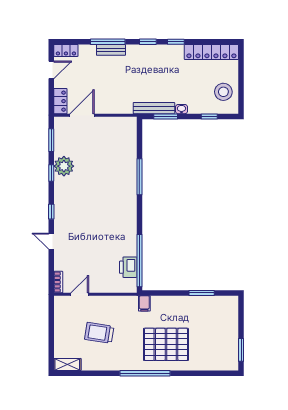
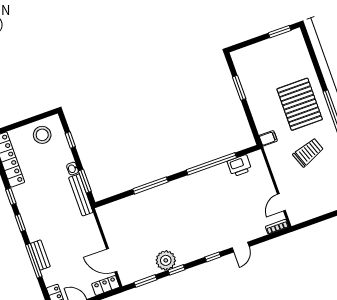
window: (139, 261) -> (211, 164), moved
door: (80, 294) -> (281, 202), hinge flipped
trolley: (99, 333) -> (308, 152), moved, turned -119

